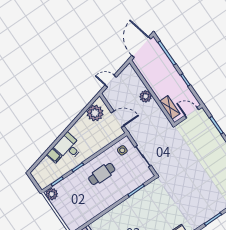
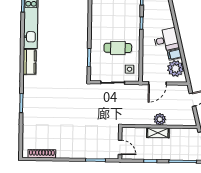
shelving: (170, 107) -> (158, 133), moved
door: (192, 113) -> (120, 147), hinge flipped
desk: (69, 147) -> (166, 40), moved
filing cabinet: (54, 156) -> (175, 54), moved
cafe table: (102, 174) -> (118, 48), moved, turned 90

